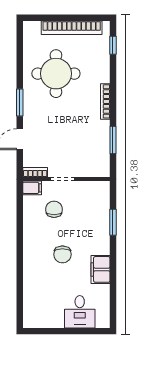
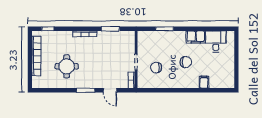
round table: (56, 74) -> (67, 66), width x0.73, depth x0.73
filing cabinet: (32, 188) -> (204, 82), moved
desk: (80, 312) -> (216, 42), moved, turned -90

